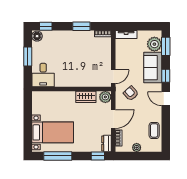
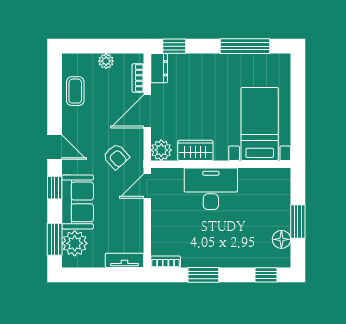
floor lamp: (37, 36) -> (281, 239), moved
desk: (43, 75) -> (211, 189), moved, width x1.37
bed with nightstands: (53, 132) -> (260, 124), moved, turned 90

